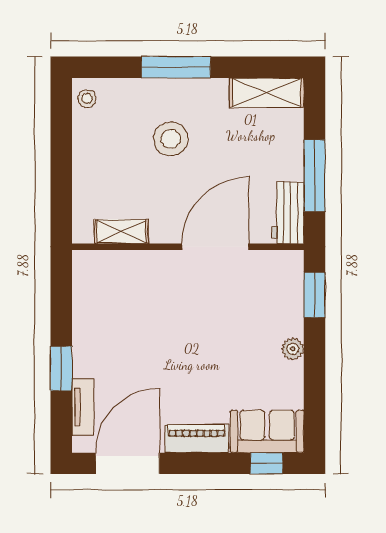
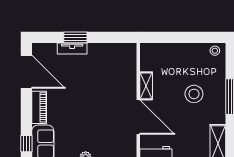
shelving: (121, 231) -> (146, 86), moved
tv unit: (83, 407) -> (72, 48), moved

